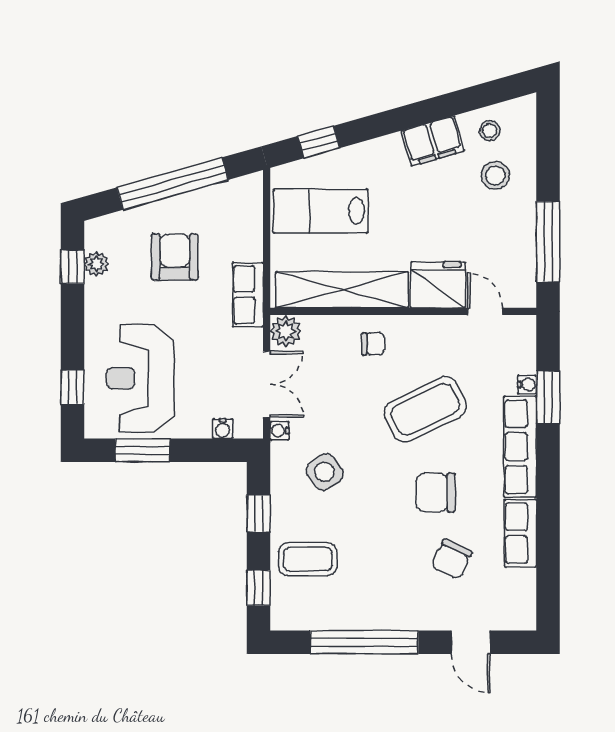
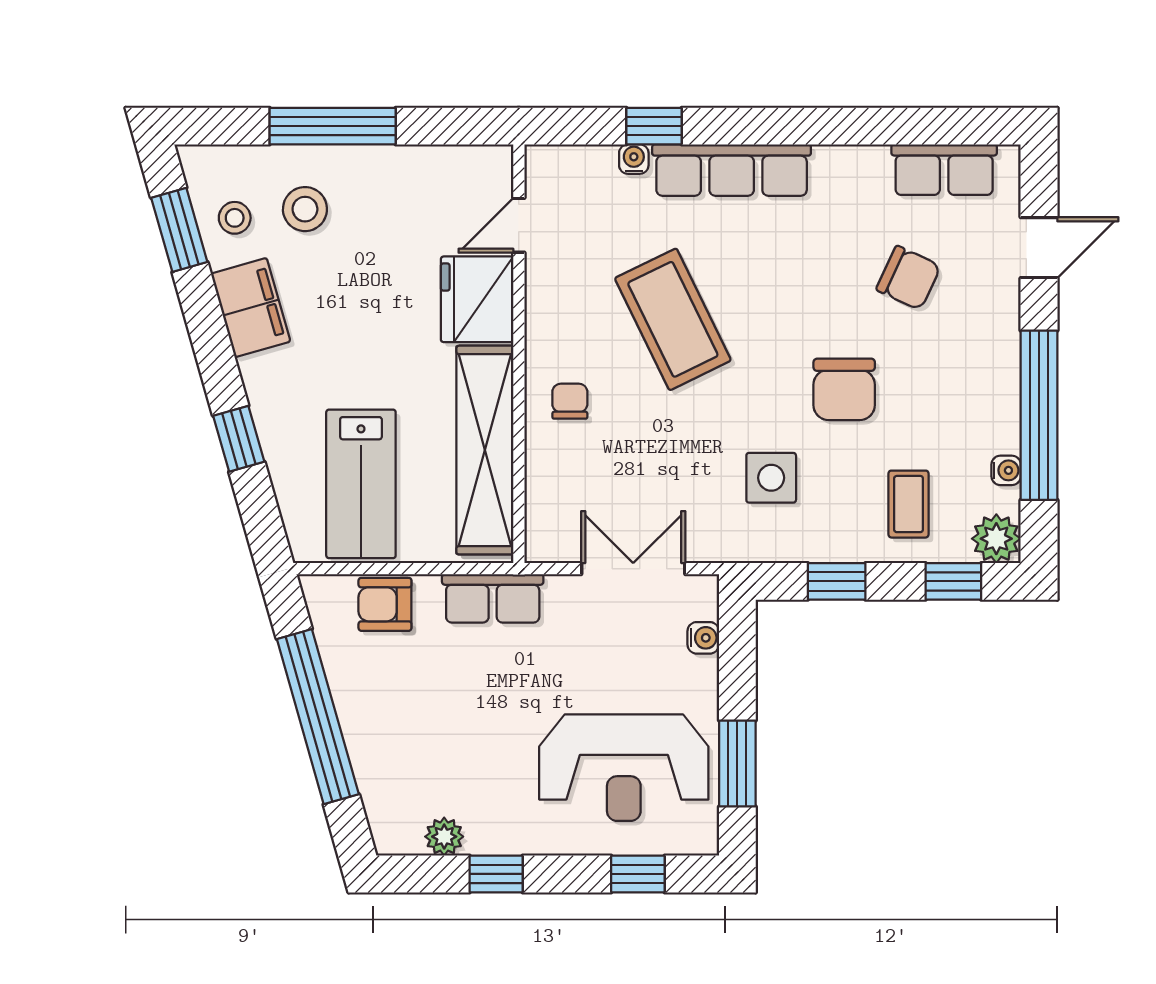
window: (482, 96) -> (179, 230), added
window: (319, 142) -> (239, 439), moved
window: (548, 242) -> (333, 126), moved
armchair: (175, 257) -> (385, 604), moved, width x0.72, depth x0.72
window: (72, 267) -> (496, 874), moved
plant: (286, 331) -> (996, 539), moved
window: (548, 397) -> (654, 126), width x0.67
water cooler: (279, 431) -> (1006, 470), moved, turned -90
side table: (324, 472) -> (771, 478), turned 35
chair: (435, 493) -> (844, 389), moved
row of seats: (520, 533) -> (944, 170), moved
coffee table: (308, 559) -> (909, 504), width x0.73, depth x0.77

